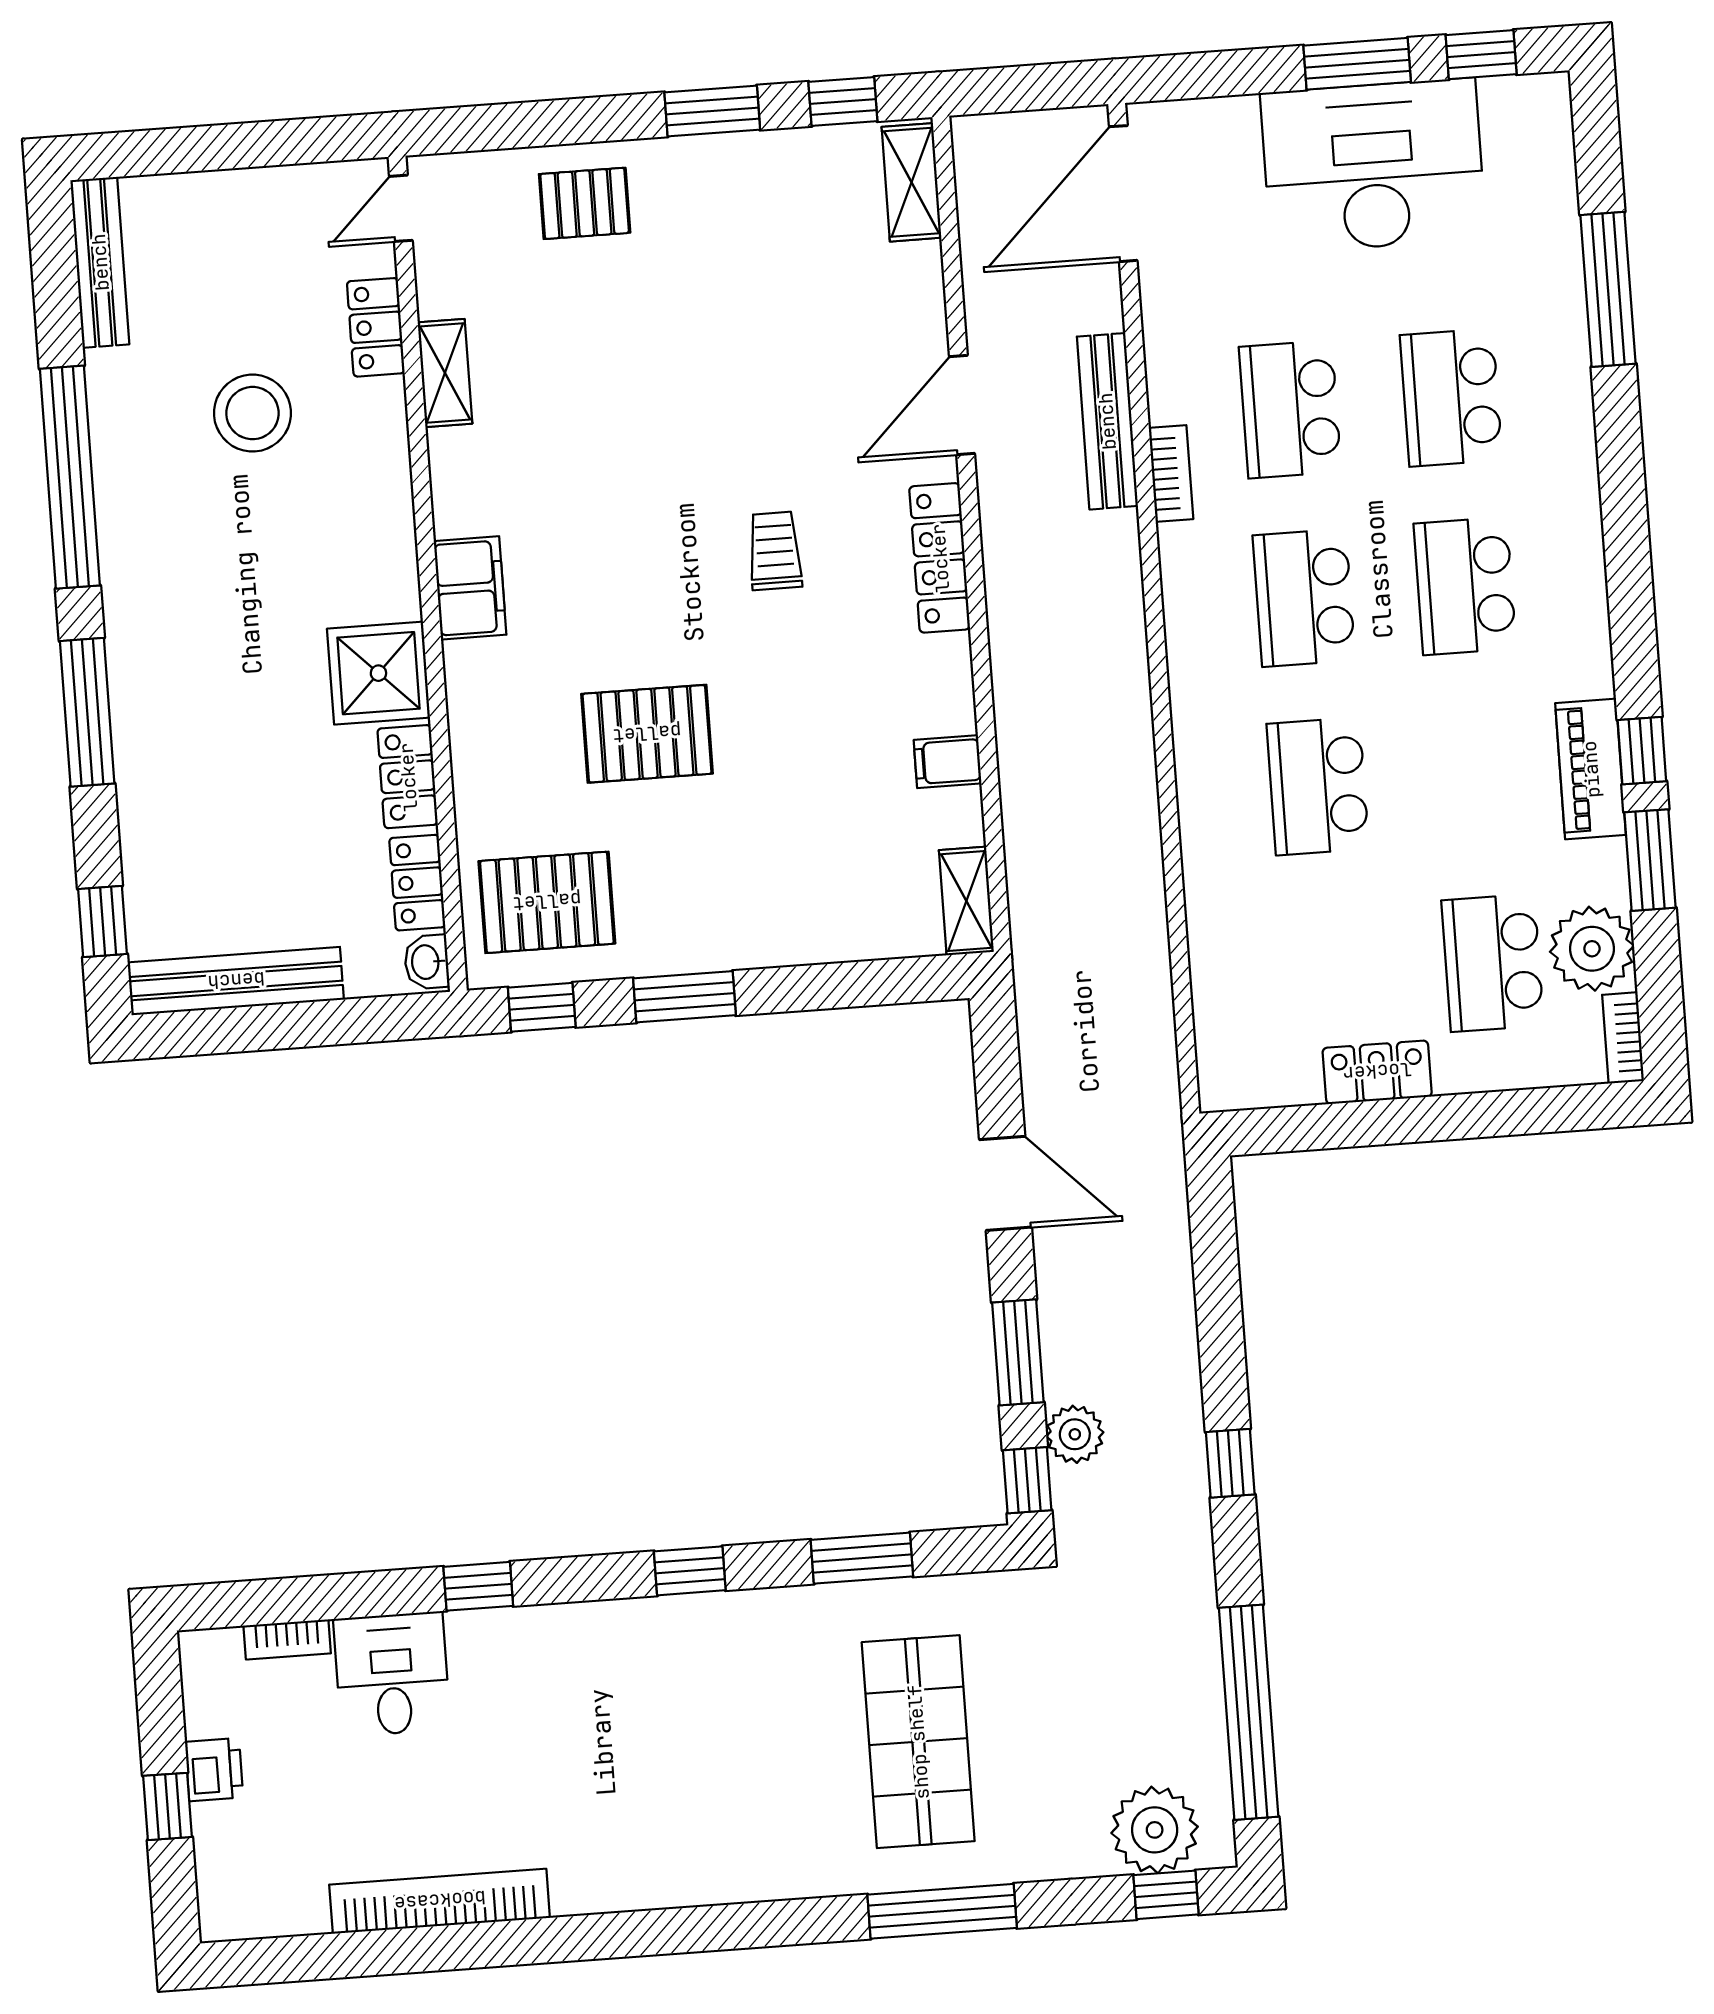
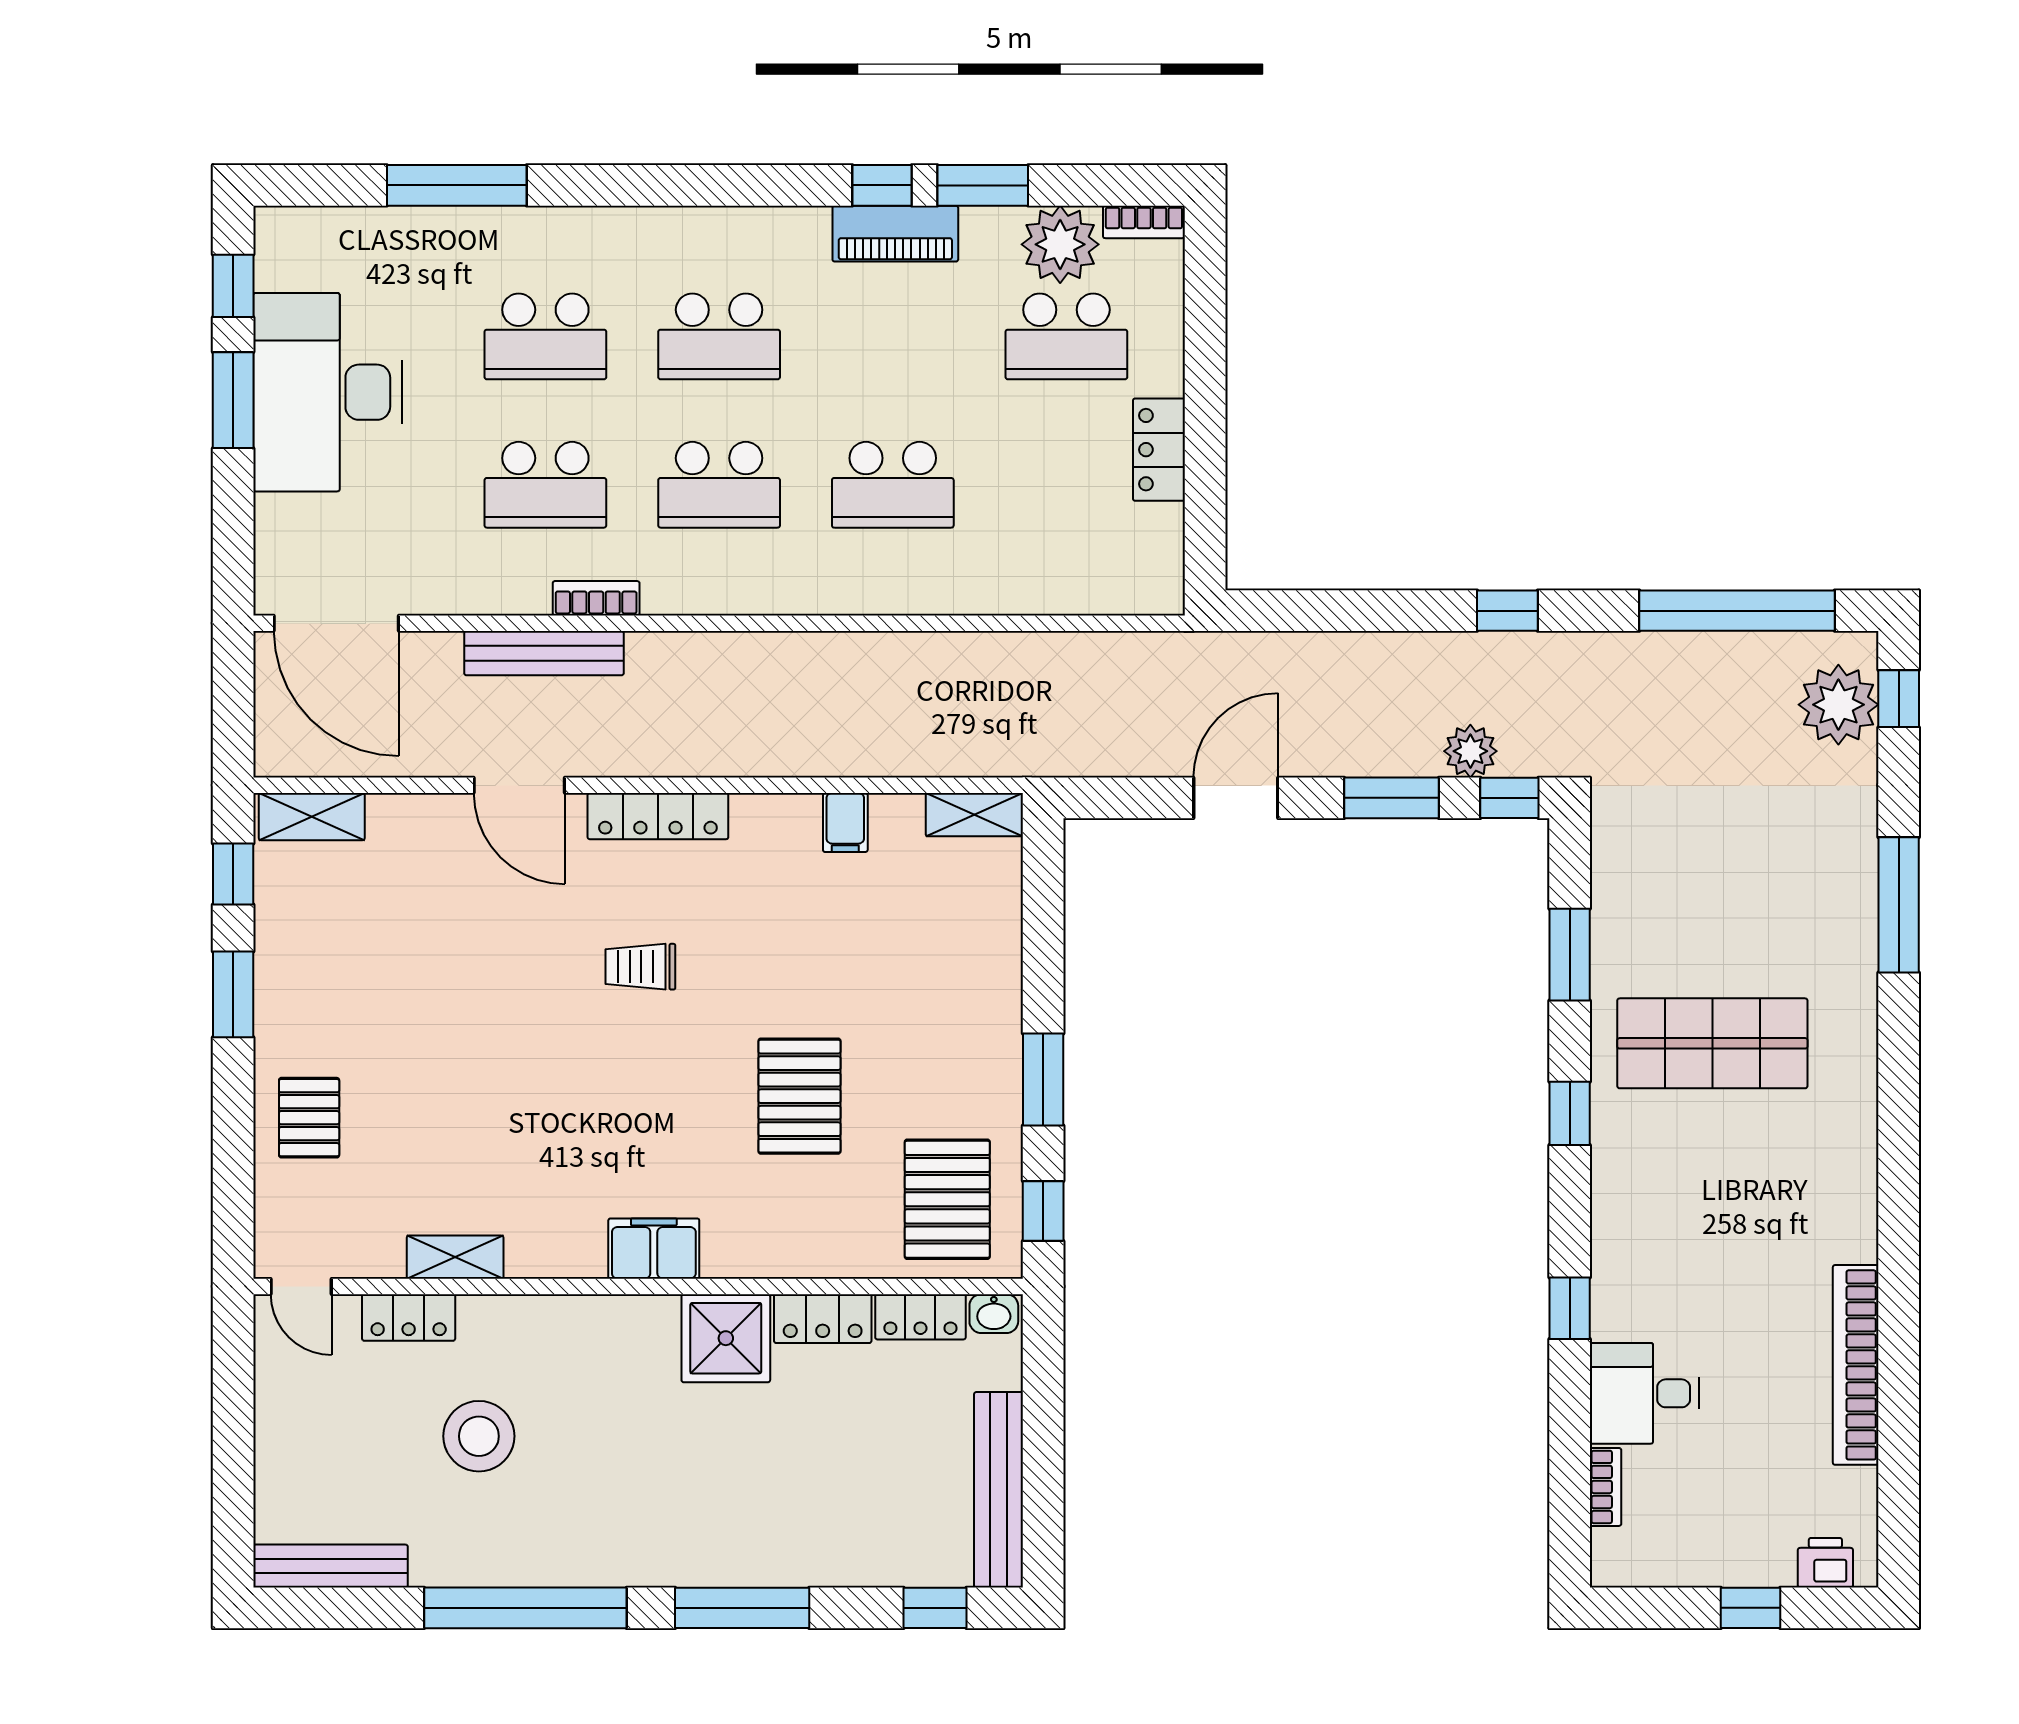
shop shelf: (918, 1742) -> (1712, 1043), moved
printer: (214, 1770) -> (1825, 1563), moved

